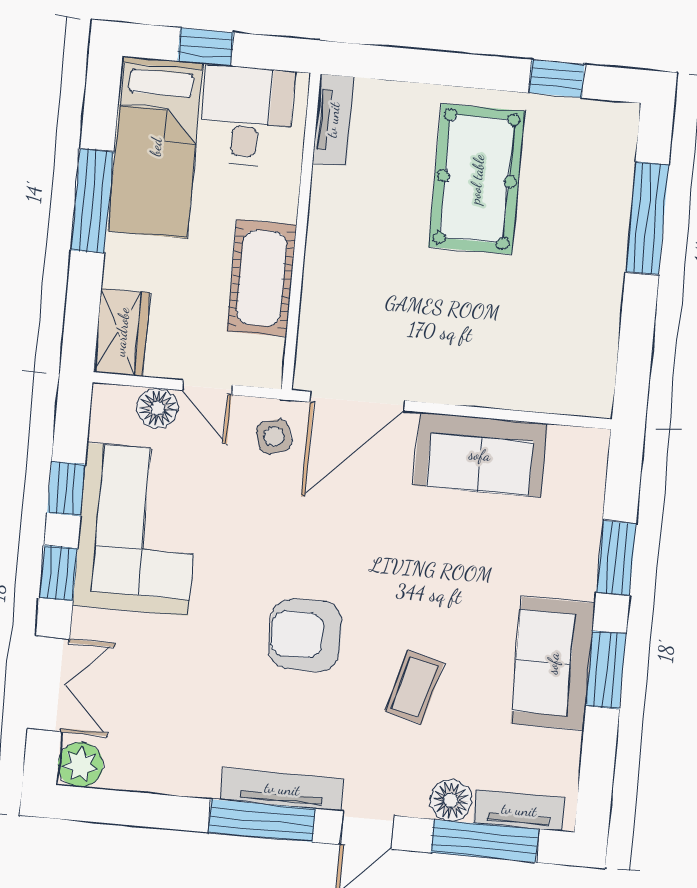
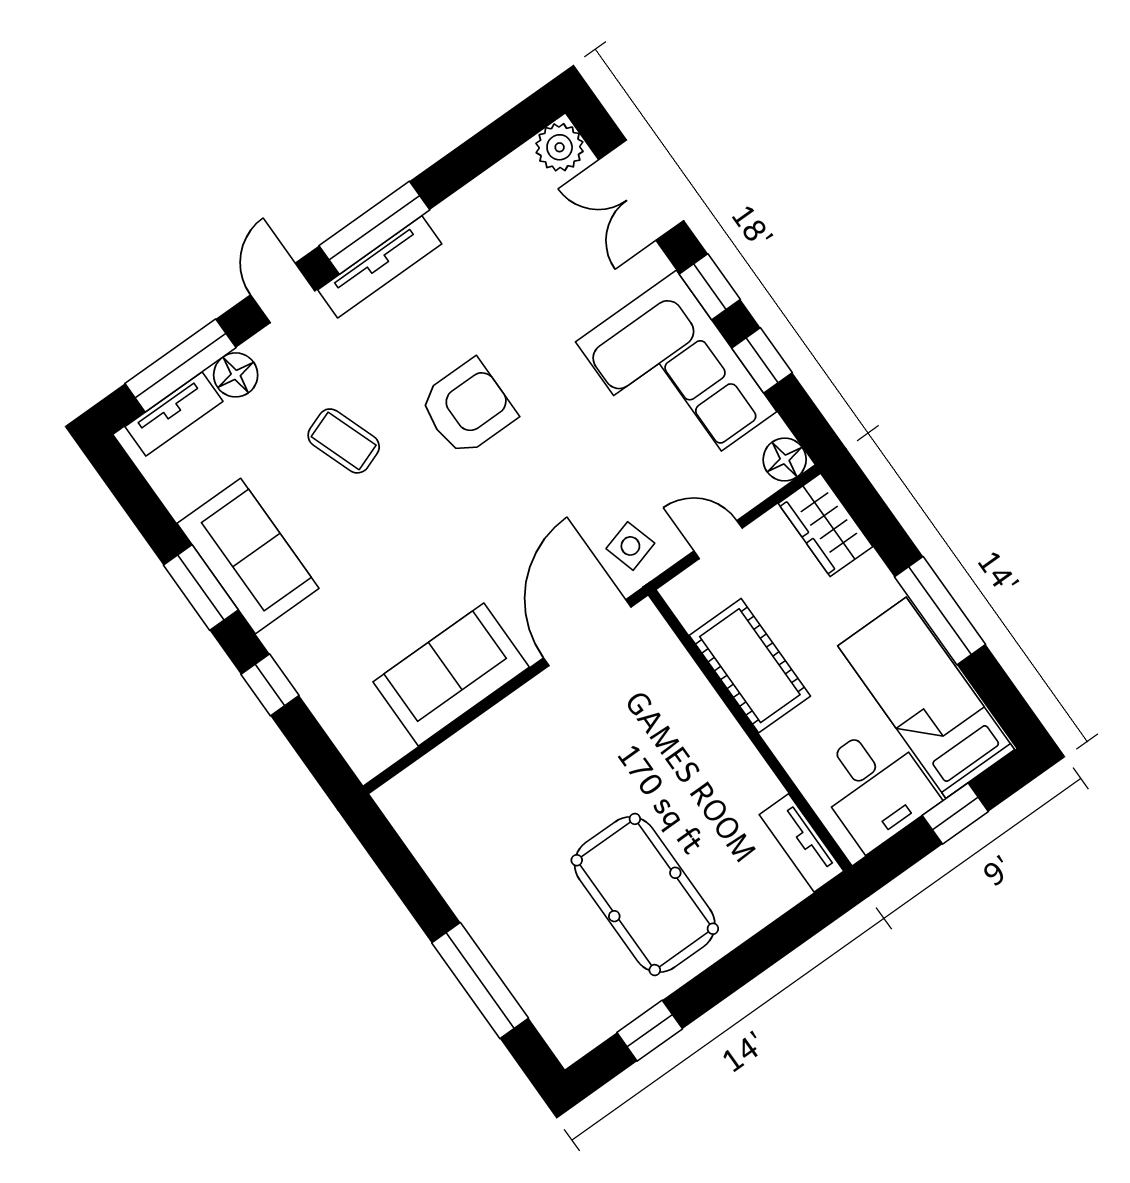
floor lamp: (157, 408) -> (785, 460), moved
window: (616, 558) -> (270, 685), width x0.67
coffee table: (414, 687) -> (344, 441), turned -35

